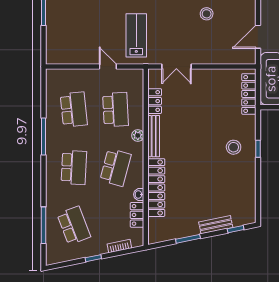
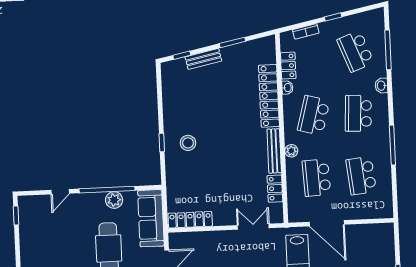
door: (108, 67) -> (327, 223), width x1.88
locker: (249, 94) -> (190, 220), moved, turned -90
washbasin: (51, 192) -> (381, 86), added

